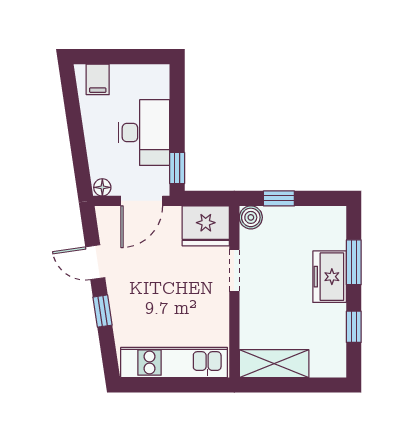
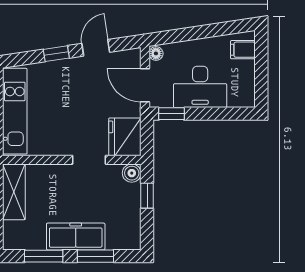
freezer: (330, 277) -> (76, 236), width x1.40
window: (354, 327) -> (44, 256), width x1.50

